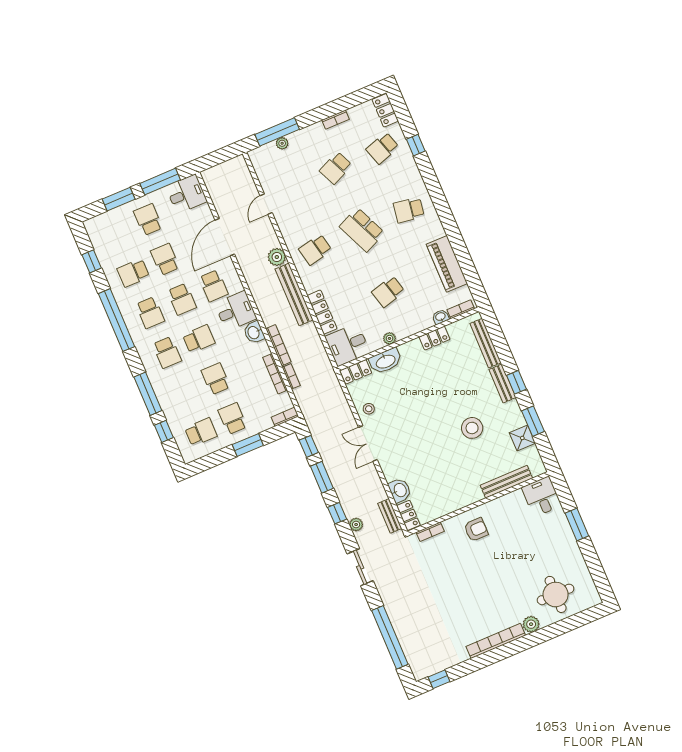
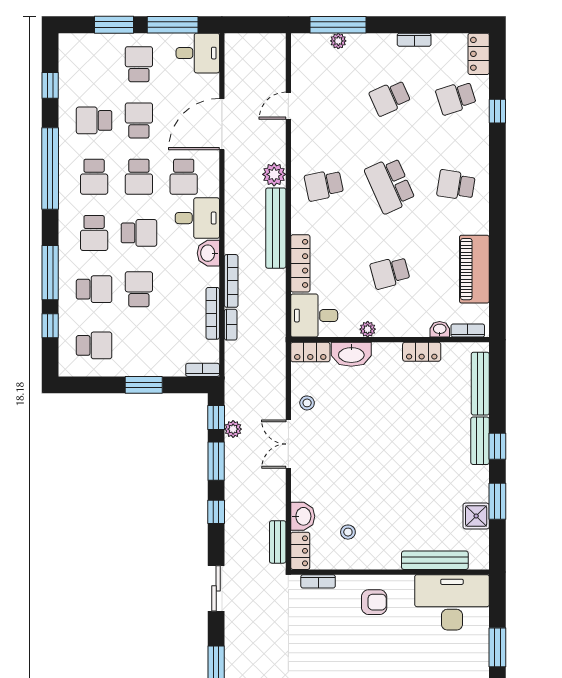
school desk: (233, 419) -> (94, 289), moved, turned 90
stool: (472, 428) -> (348, 532), moved, width x0.53, depth x0.53
desk: (541, 497) -> (452, 602), width x1.87, depth x1.30
plant: (356, 524) -> (233, 429), moved

